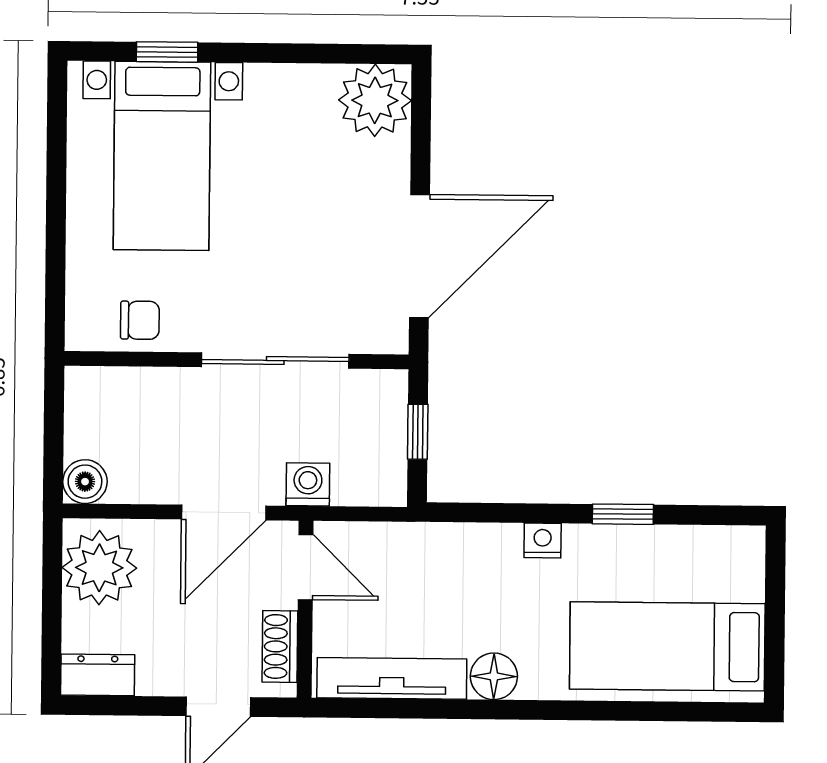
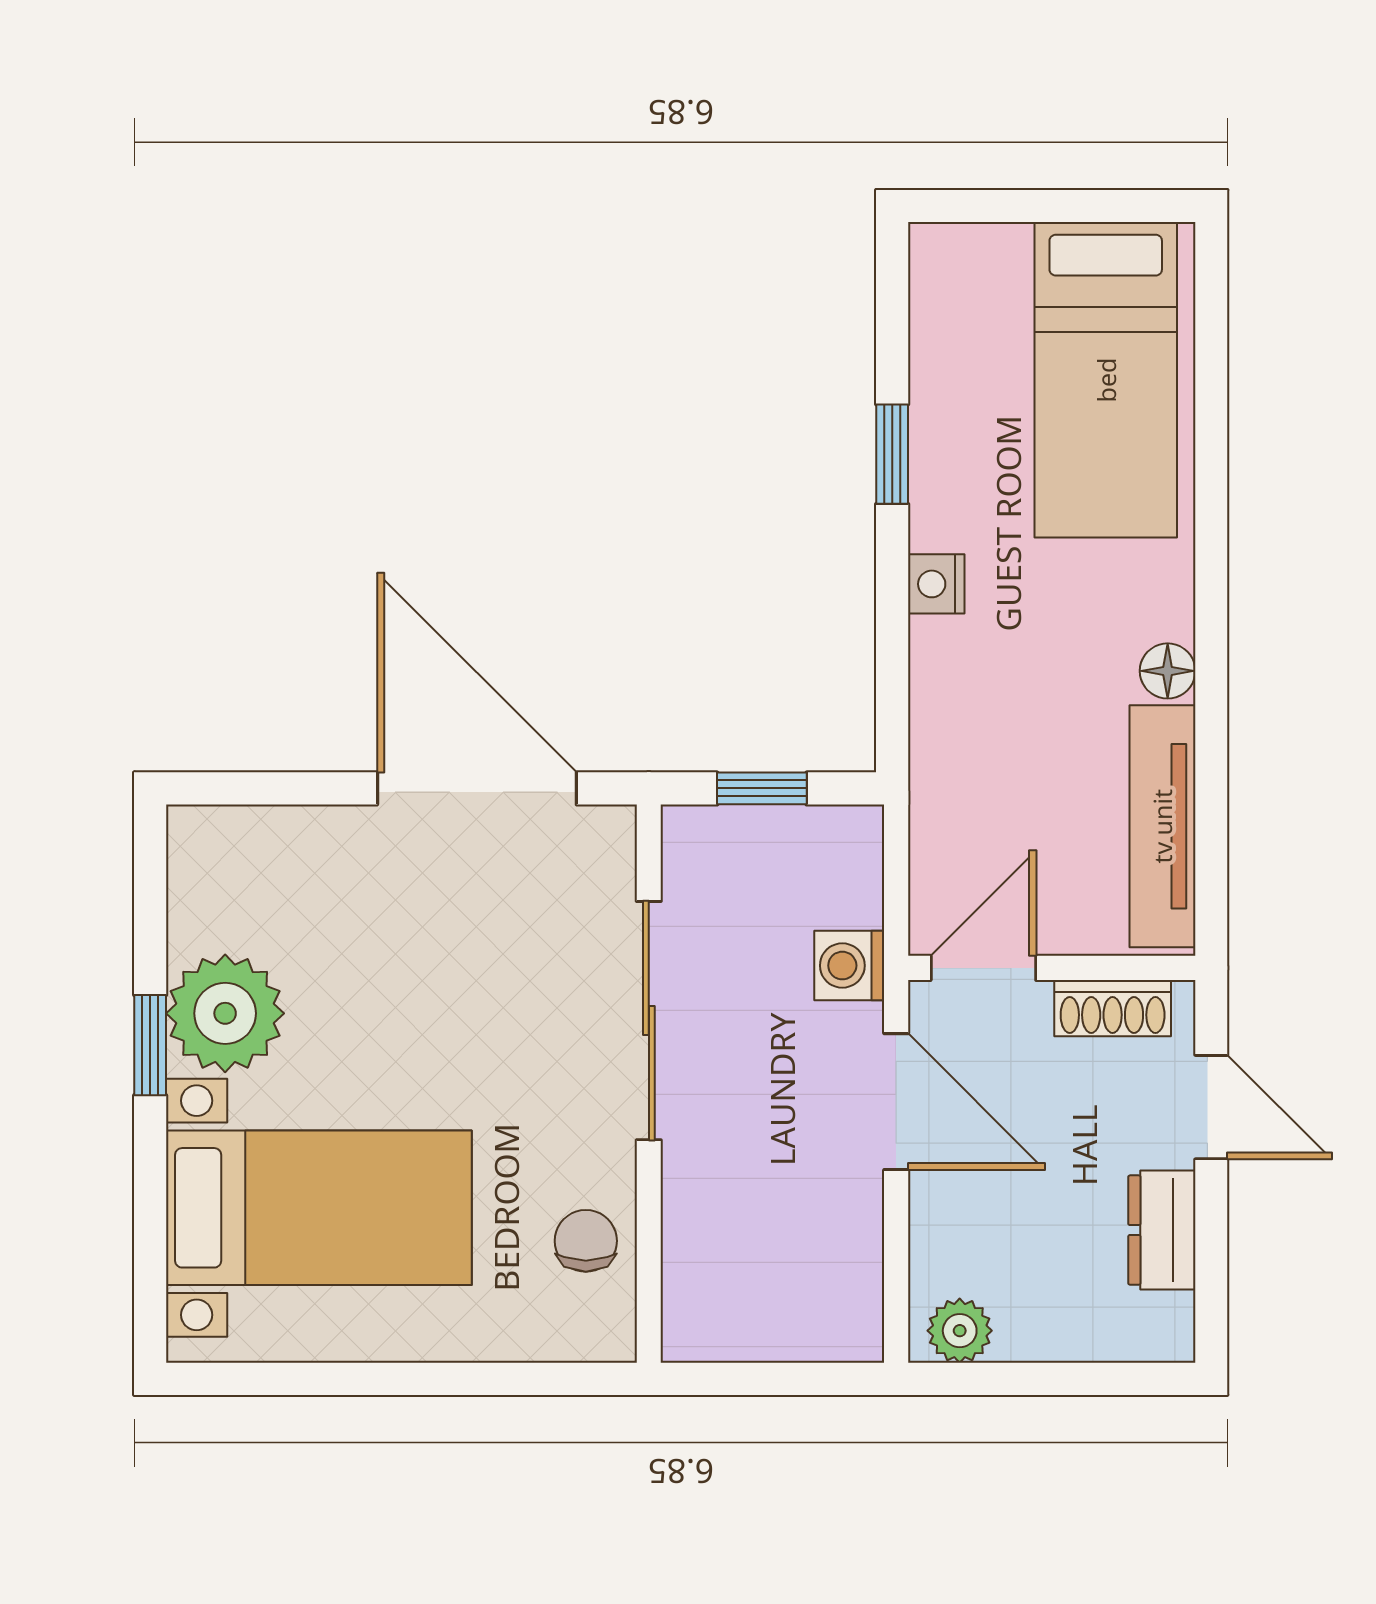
window: (167, 52) -> (150, 1045), moved
plant: (375, 100) -> (225, 1013), moved
boiler: (85, 482) -> (848, 1327), removed
plant: (99, 568) -> (960, 1331), width x0.53, depth x0.53
dresser: (98, 675) -> (1162, 1230), moved
floor lamp: (494, 676) -> (1168, 671), width x0.73, depth x0.73

